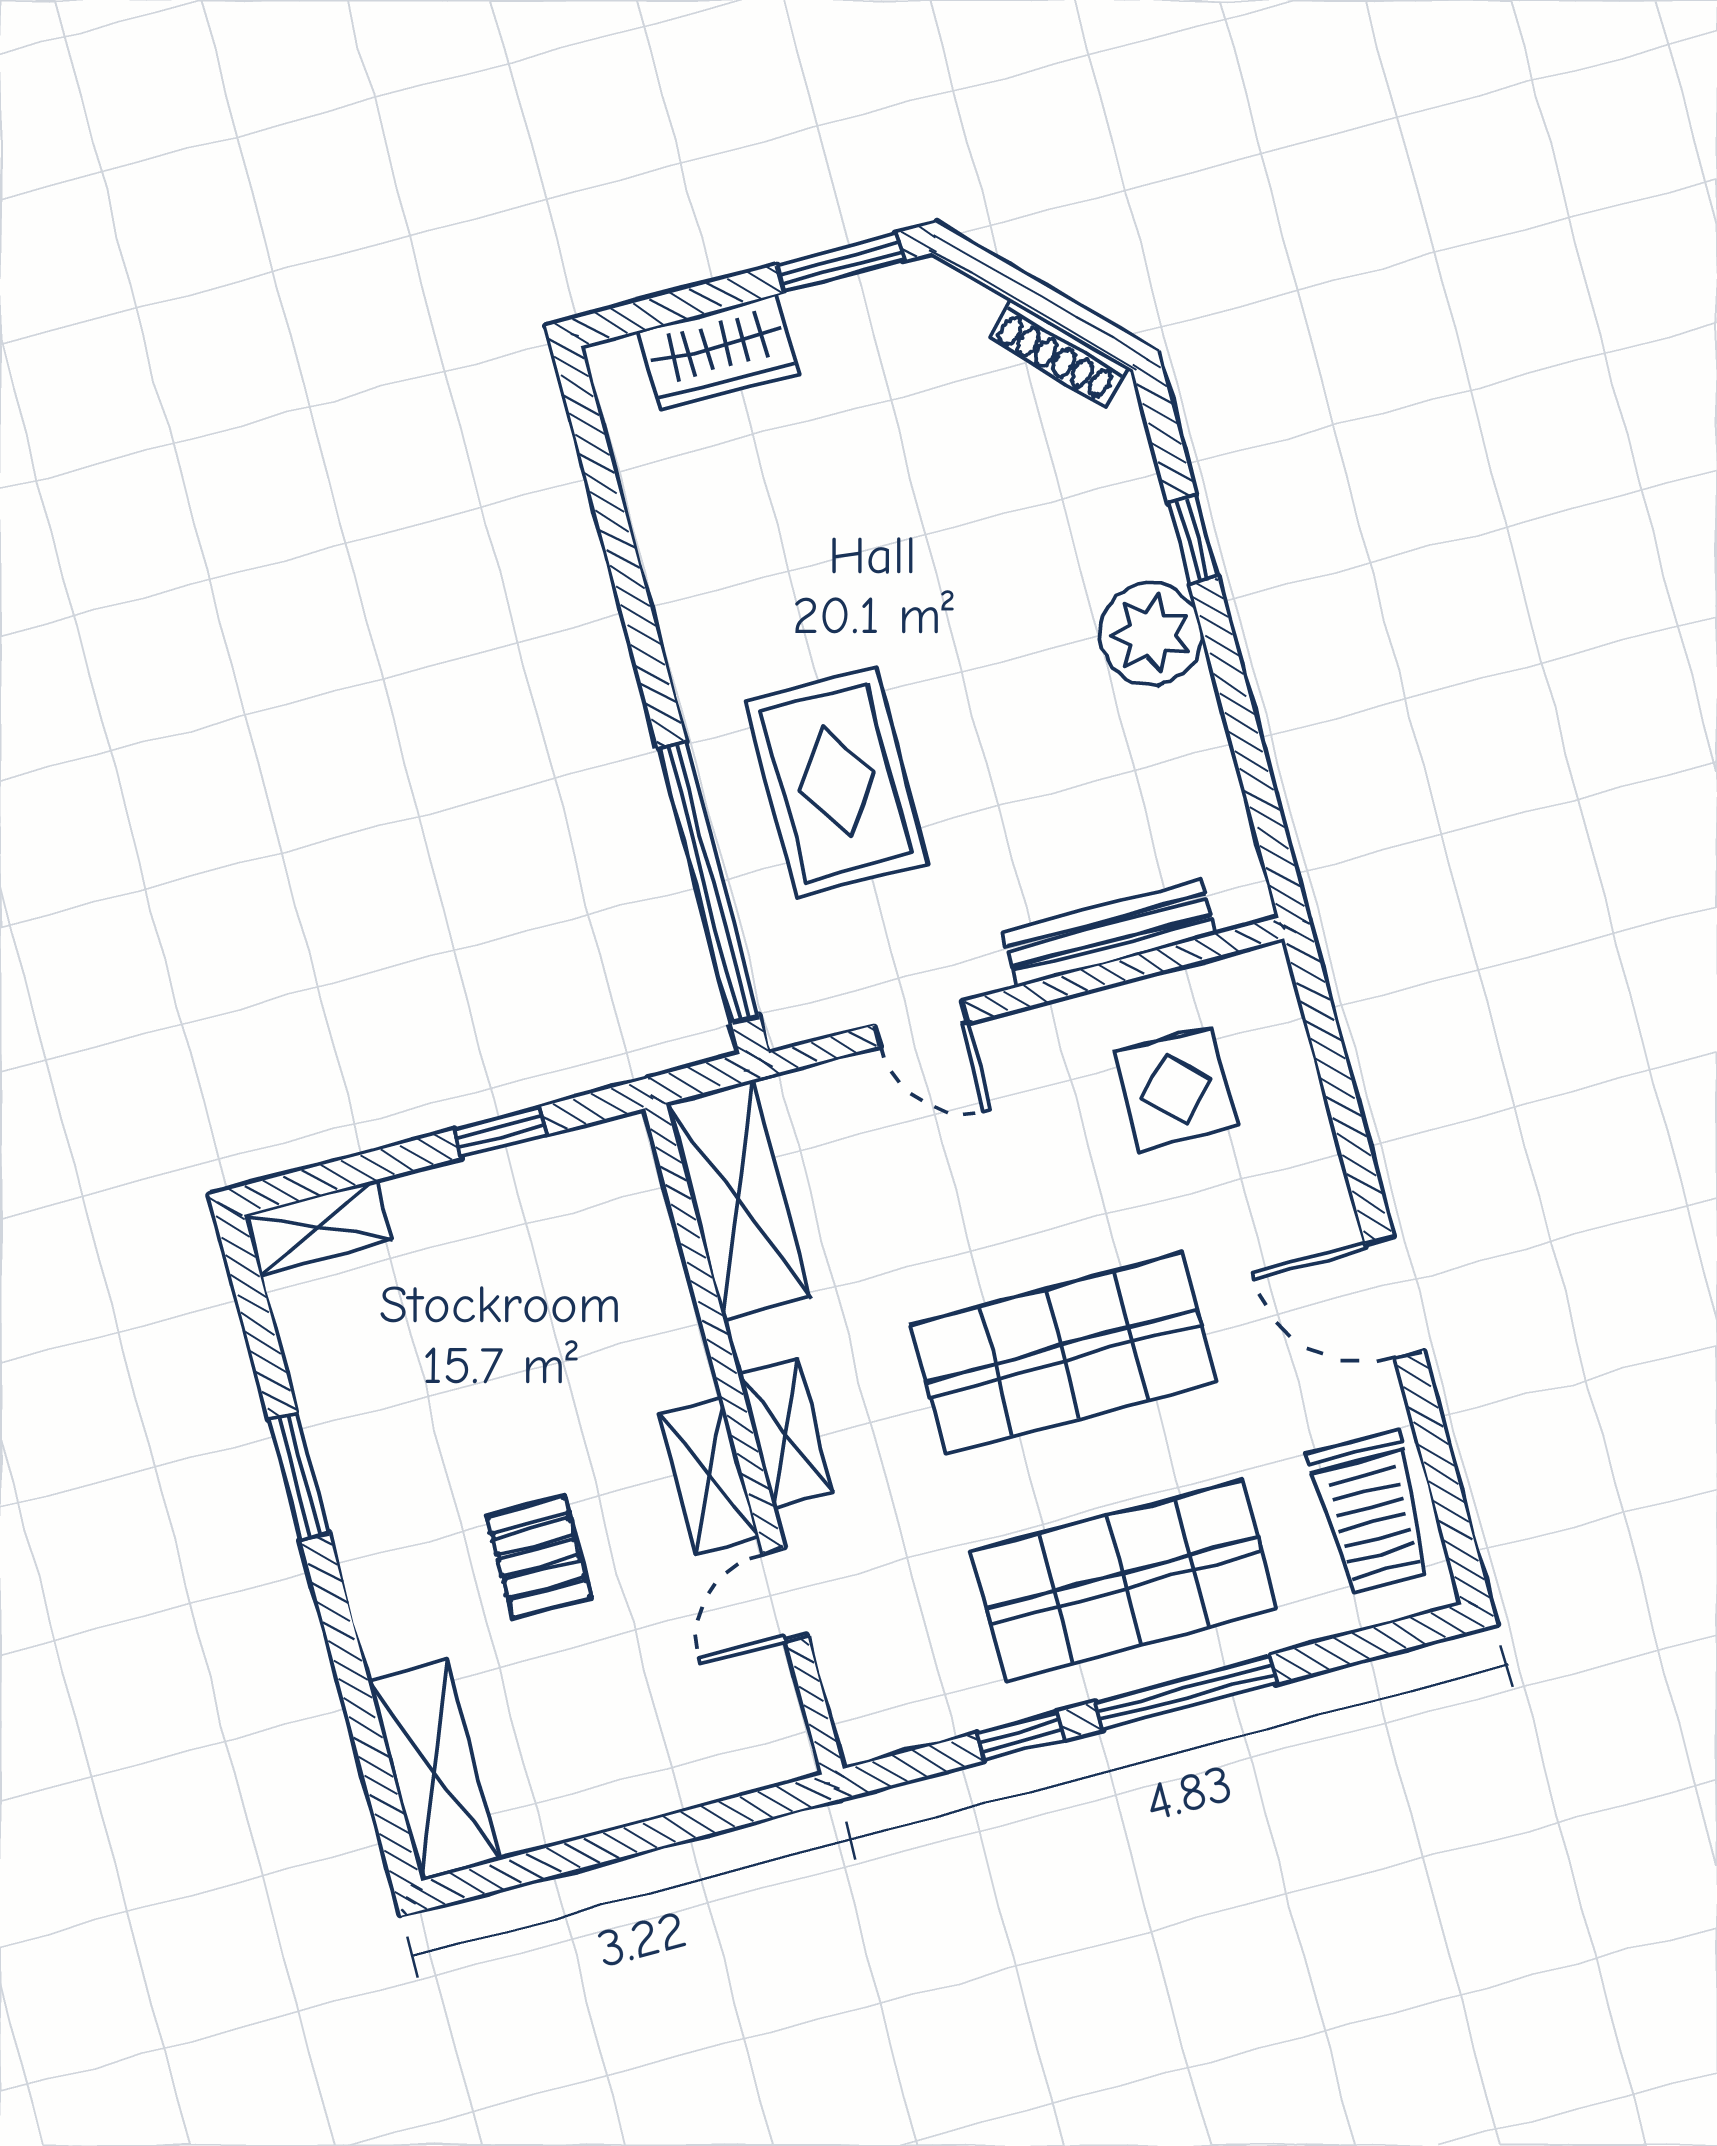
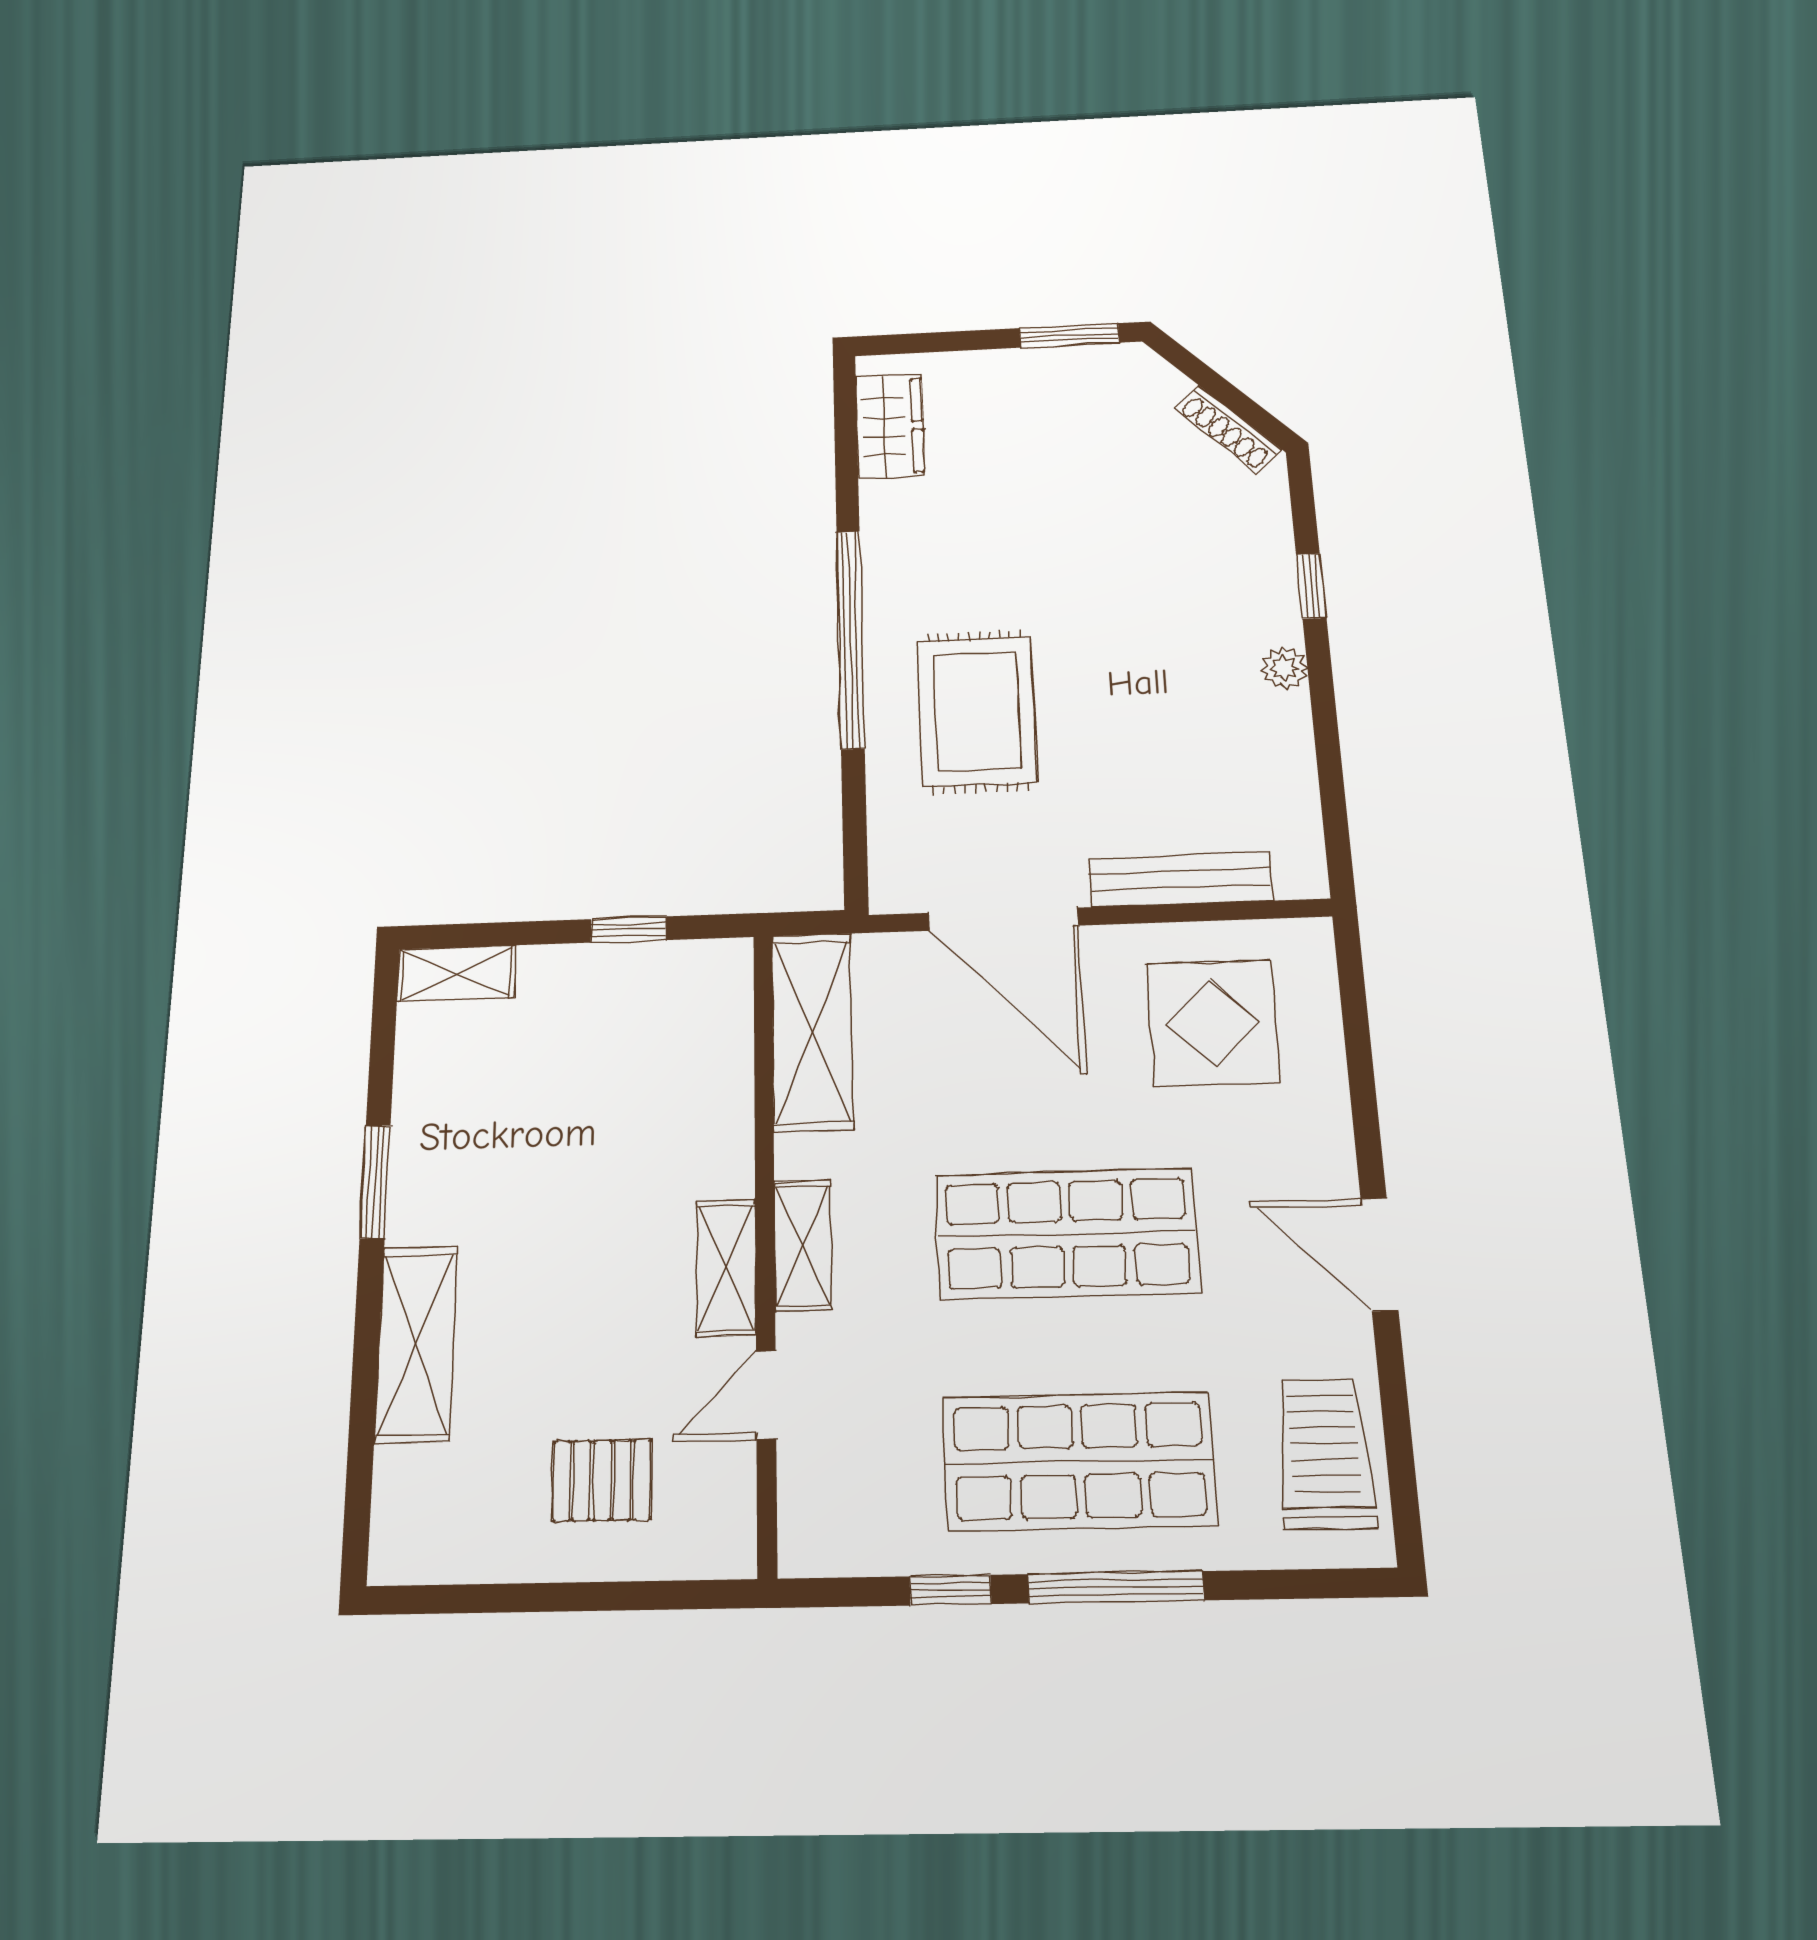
wardrobe: (718, 352) -> (890, 426), moved, turned -90
plant: (1151, 634) -> (1284, 668), width x0.53, depth x0.53
window: (709, 882) -> (850, 638), moved
door: (921, 1024) -> (1003, 919), width x1.88
display table: (1176, 1089) -> (1213, 1023), width x1.36, depth x1.36
trolley: (1371, 1512) -> (1324, 1454), turned 180
pallet: (539, 1558) -> (602, 1480), moved, turned 90
shelving: (434, 1770) -> (416, 1344), moved

